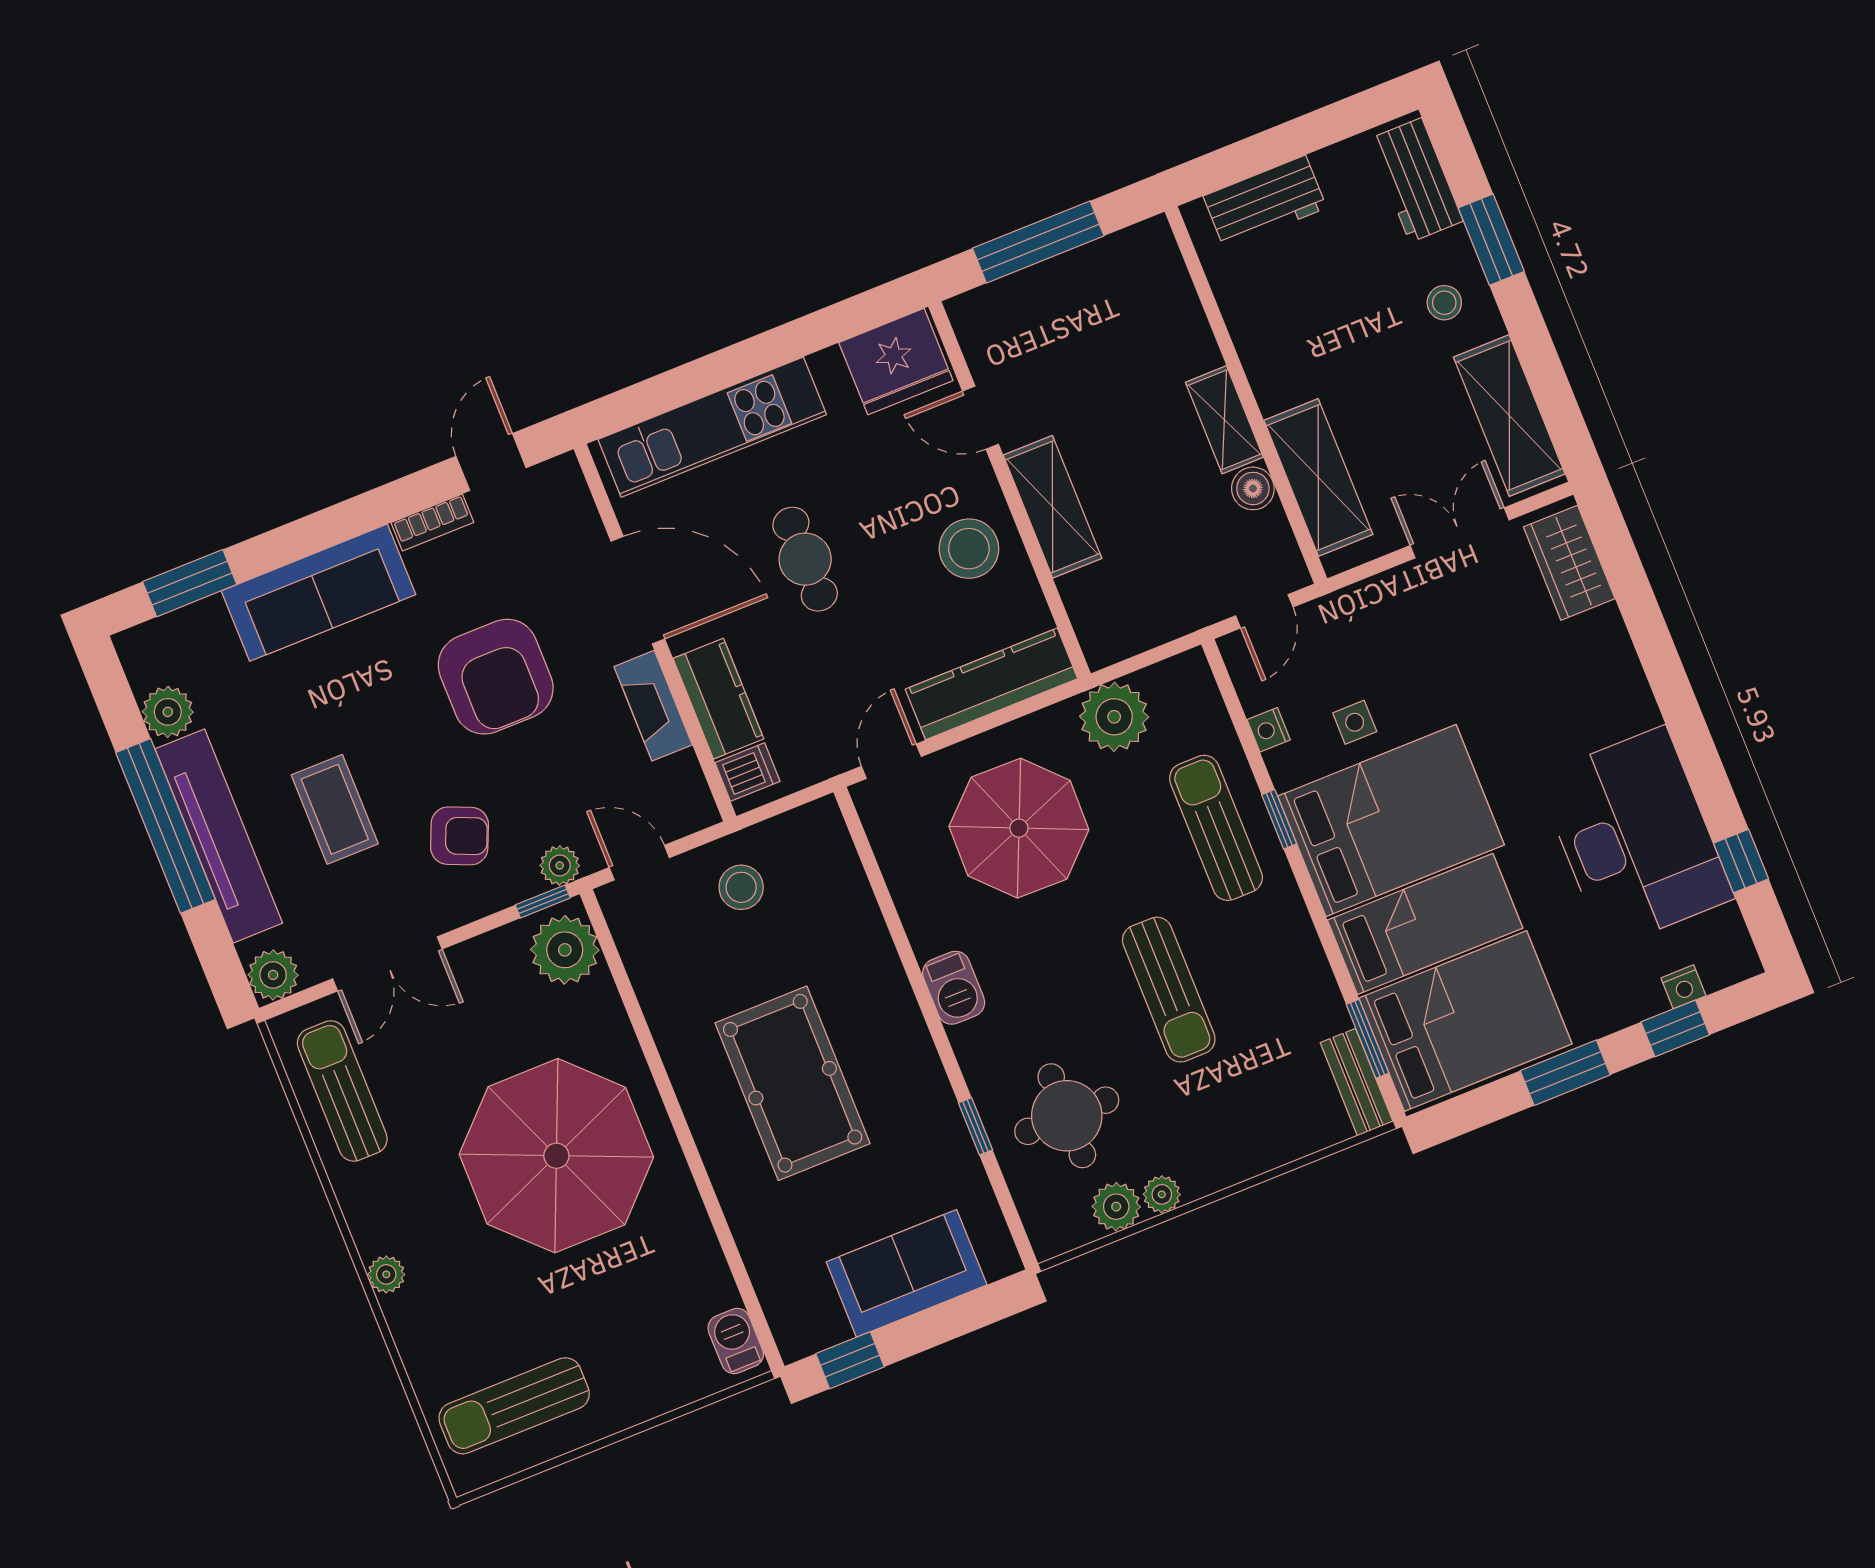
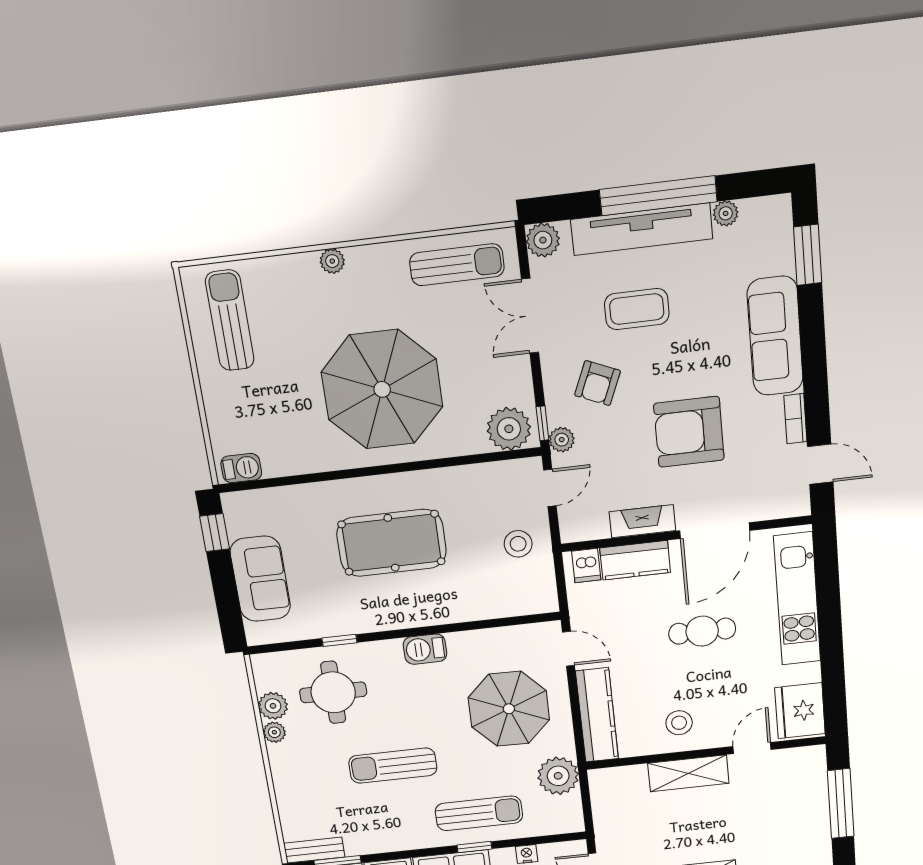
stool: (969, 549) -> (679, 723), width x0.73, depth x0.73
plant: (168, 712) -> (726, 213), width x0.73, depth x0.73

